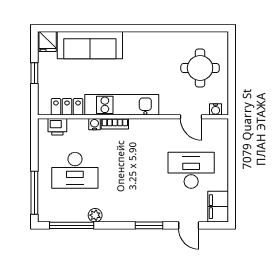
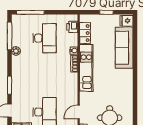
desk: (75, 170) -> (45, 38), turned 180

